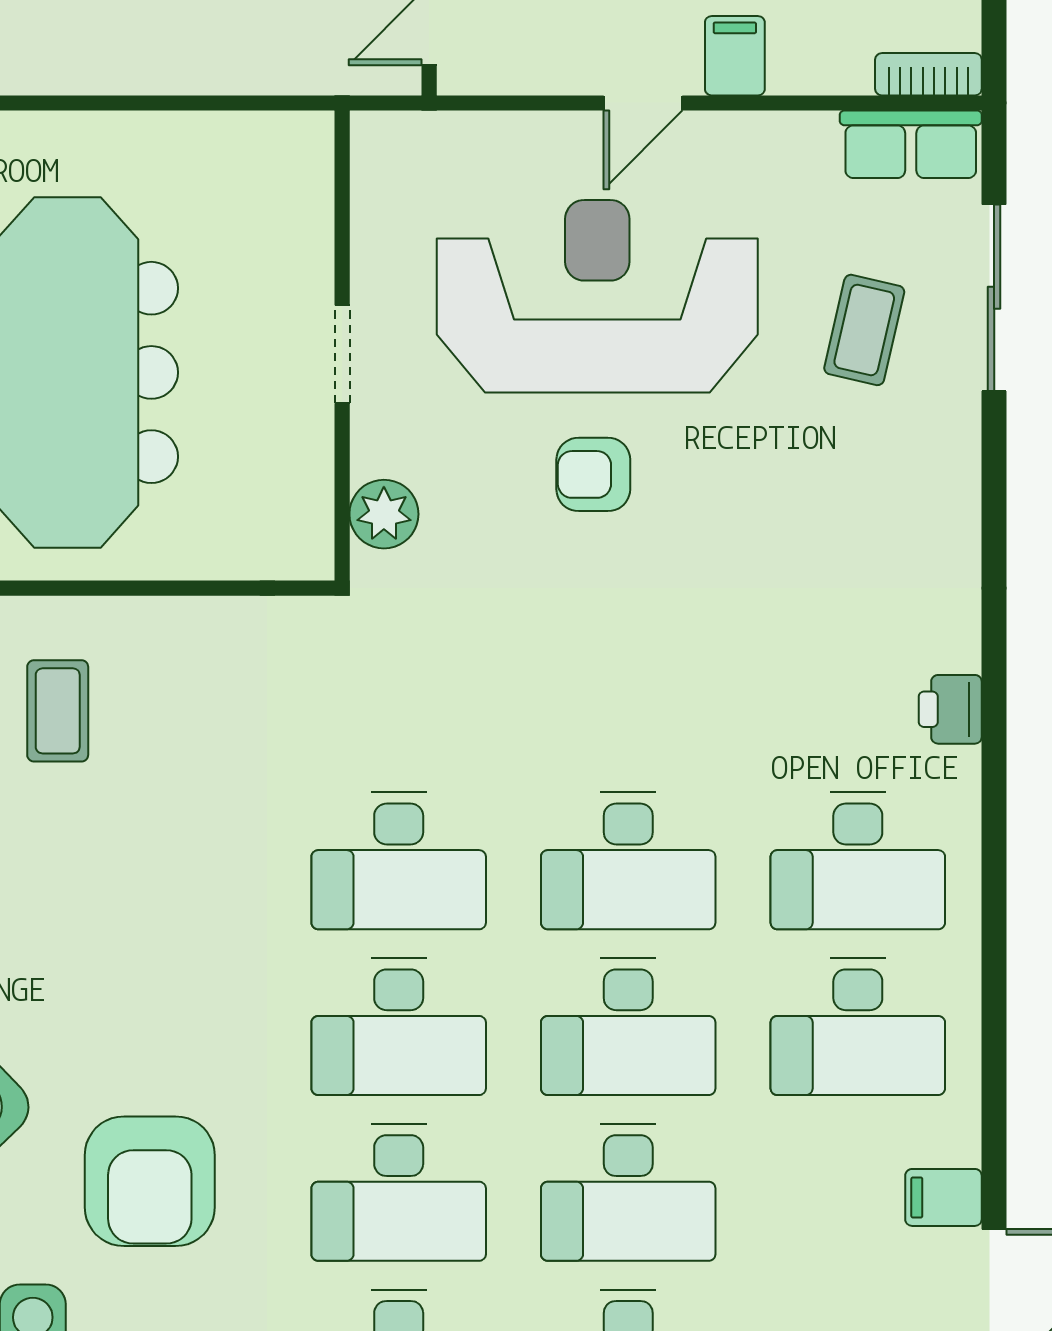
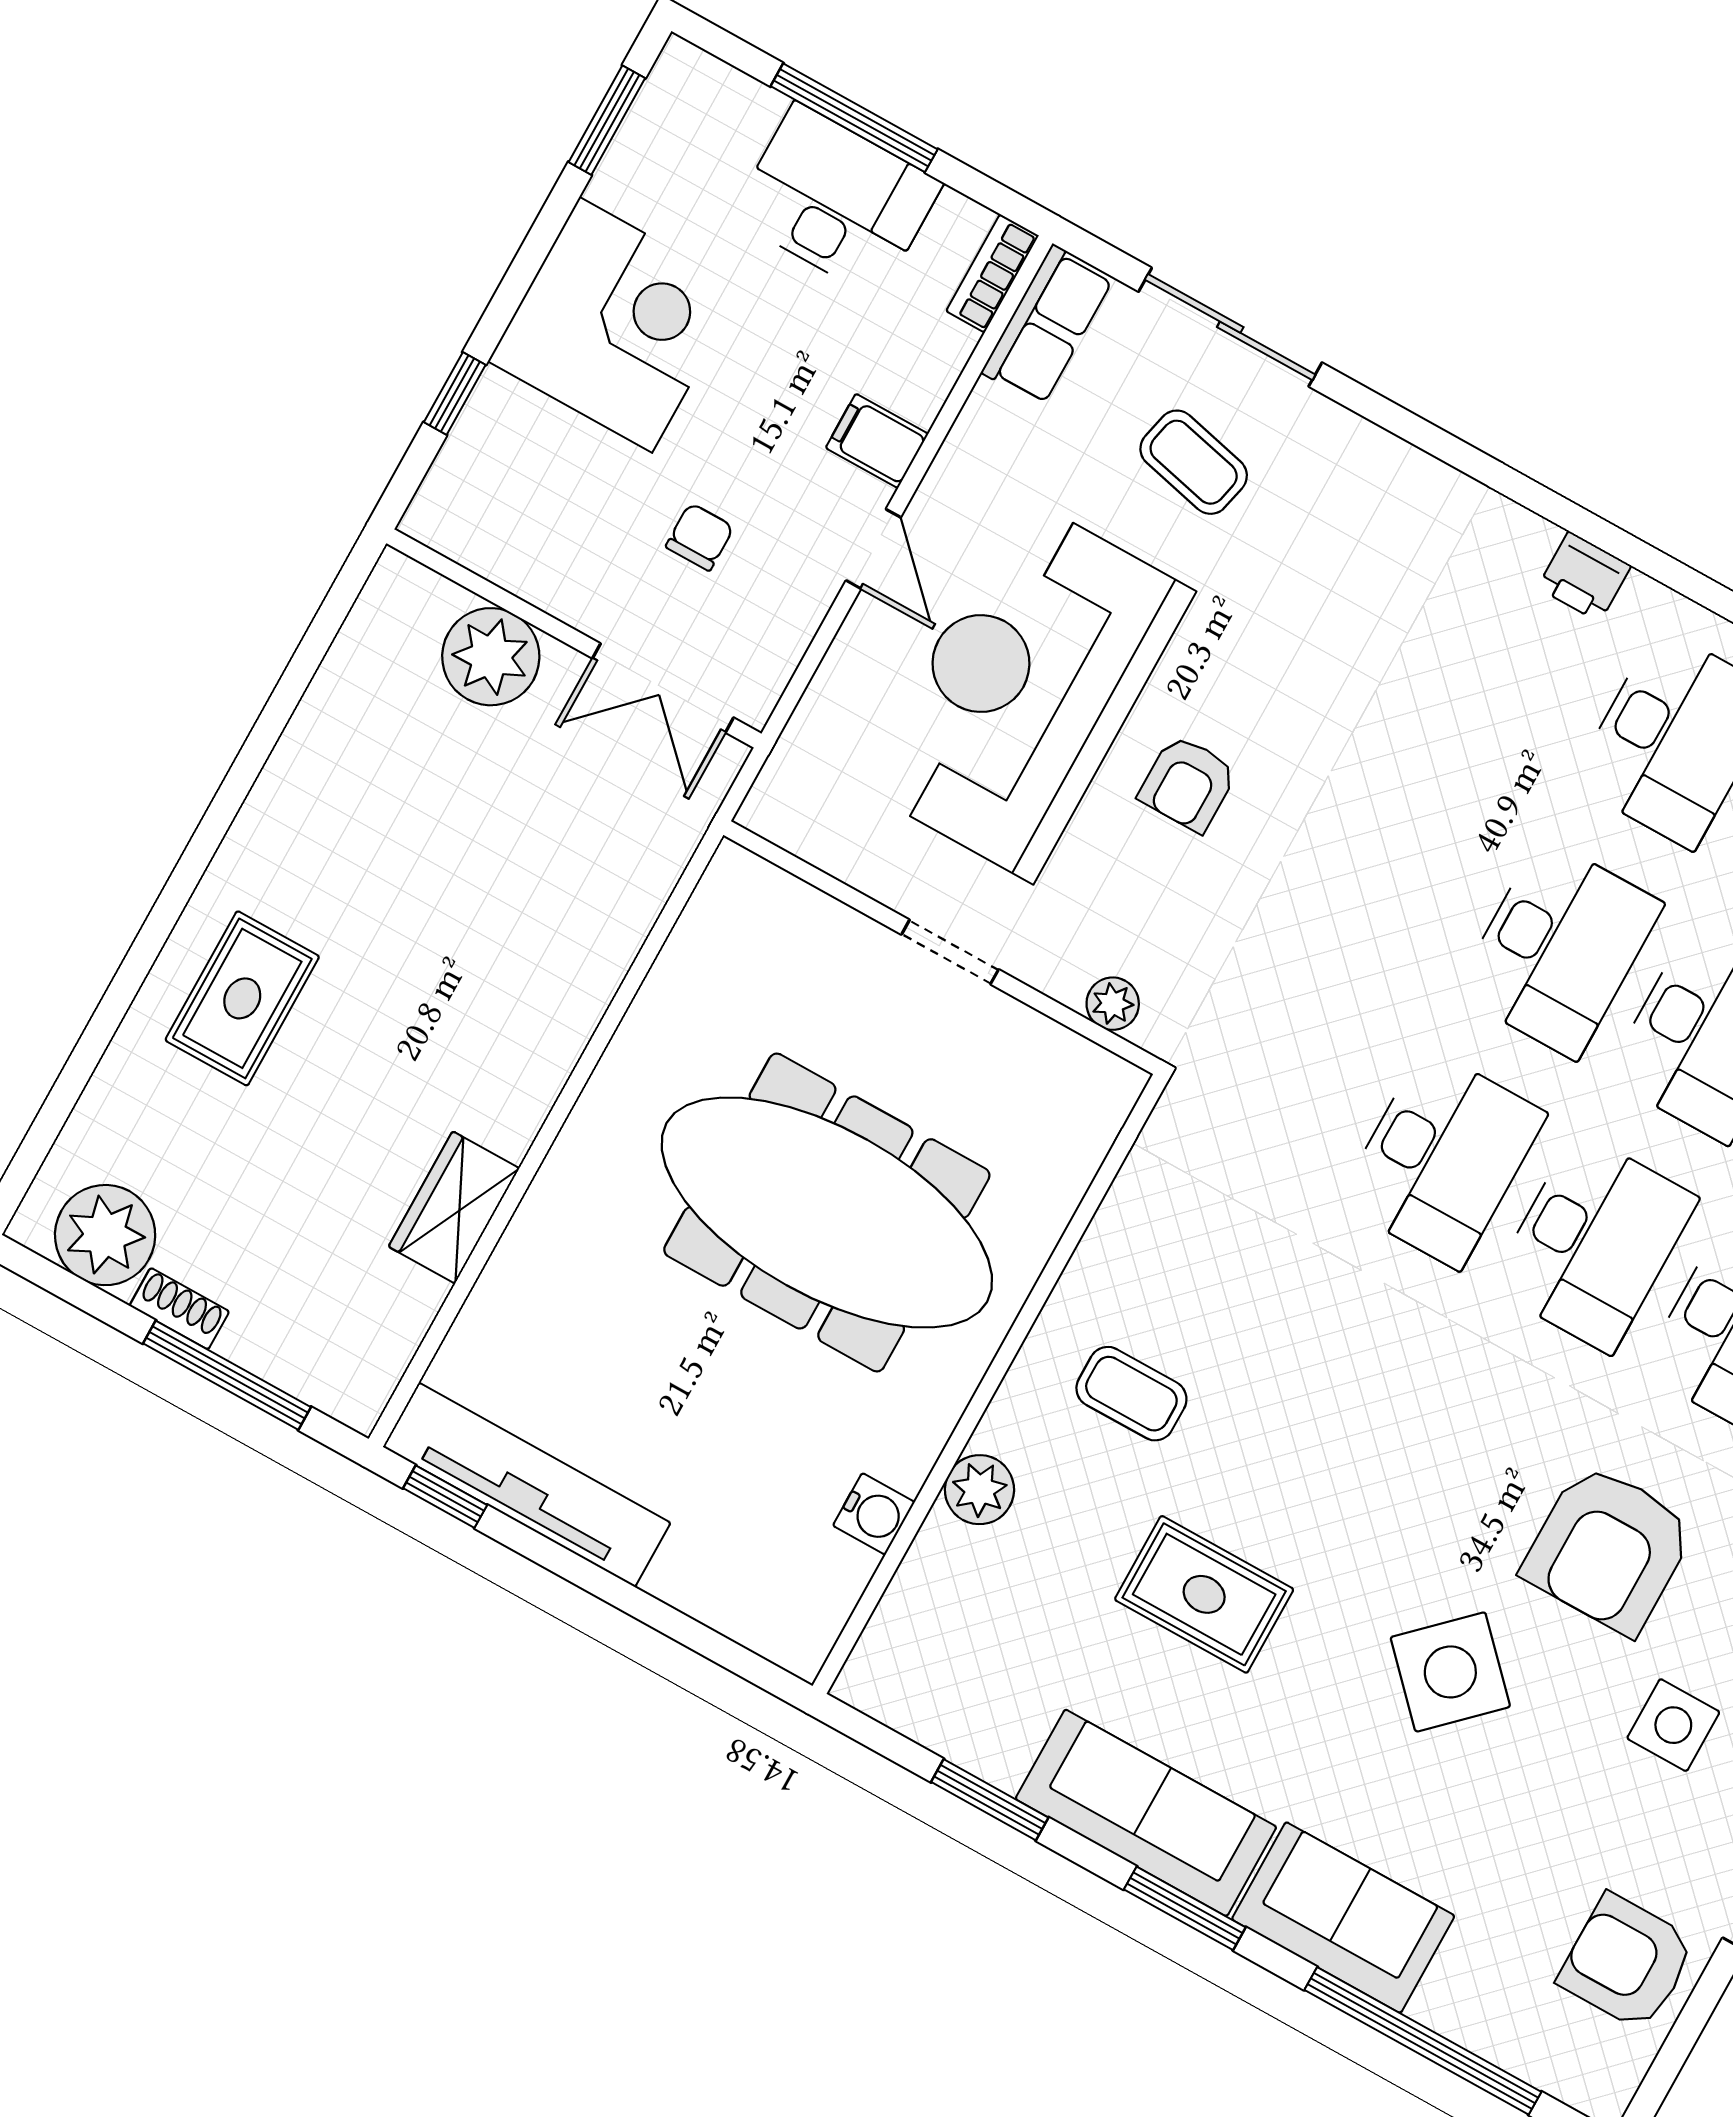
plant: (384, 514) -> (1113, 1004), width x0.73, depth x0.73
armchair: (150, 1181) -> (1608, 1549), turned 90

